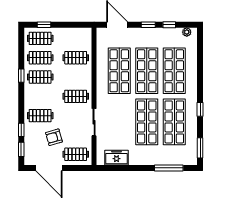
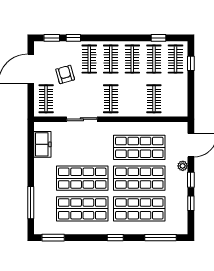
plant: (187, 32) -> (183, 166), moved
window: (200, 52) -> (161, 238), added
window: (21, 76) -> (158, 38), moved
clothes rail: (40, 96) -> (111, 59), added
window: (200, 109) -> (115, 238), moved

